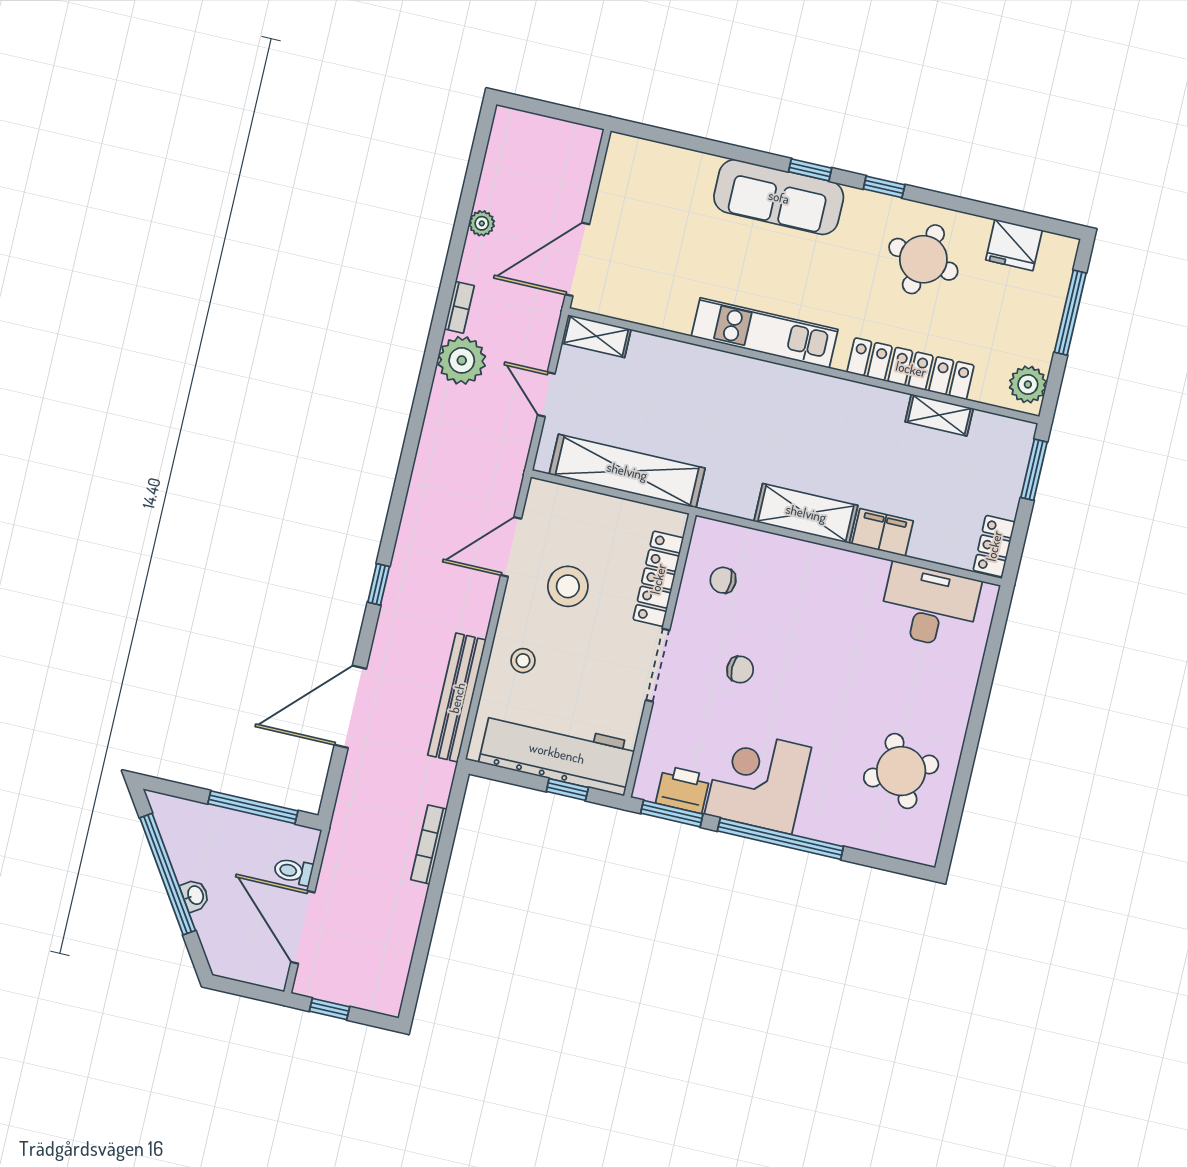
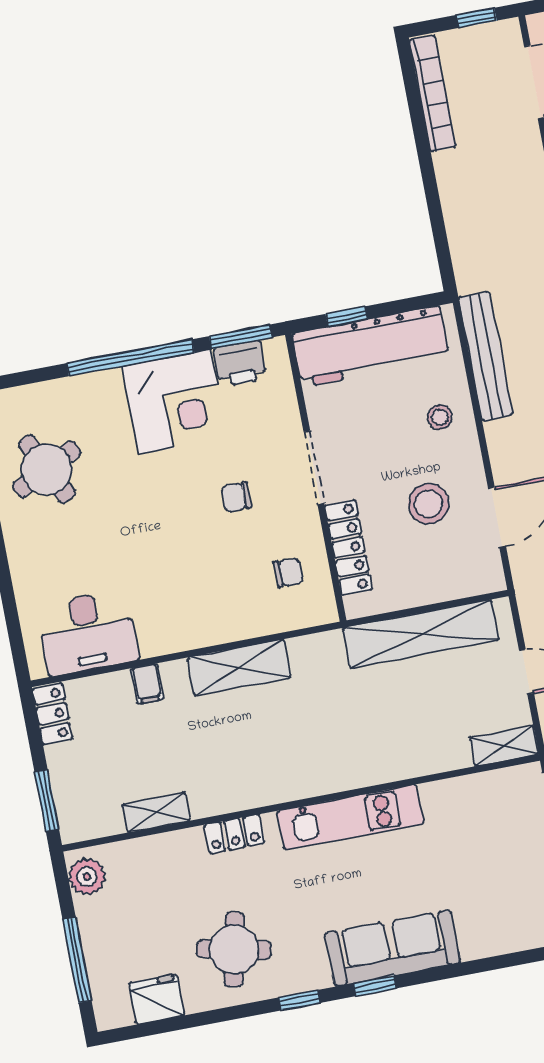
locker: (911, 369) -> (234, 834), width x0.46, depth x0.83
filing cabinet: (882, 532) -> (147, 684), width x0.50
bookcase: (429, 844) -> (433, 93), moved, width x1.48, depth x1.31

